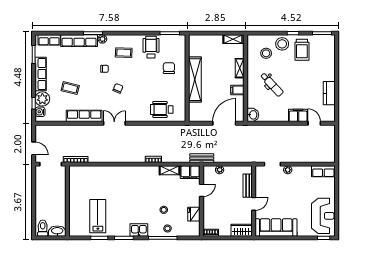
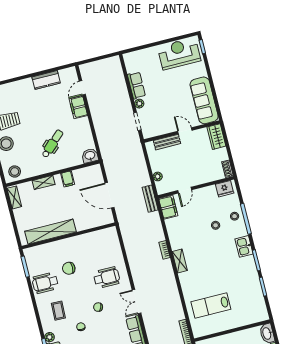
stool: (266, 53) -> (15, 172), moved
chair: (169, 68) -> (69, 268), moved
shelving: (195, 80) -> (51, 232), moved
wheelchair: (162, 109) -> (107, 277), moved, turned -90
door: (224, 123) -> (110, 195), moved
shelving: (169, 170) -> (180, 261), moved
row of seats: (323, 171) -> (136, 85), moved
door: (202, 190) -> (185, 190), swing flipped
fridge: (194, 214) -> (225, 189), moved
lab bench: (98, 216) -> (211, 305), moved

